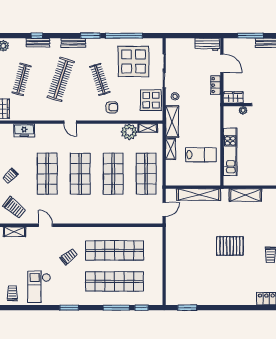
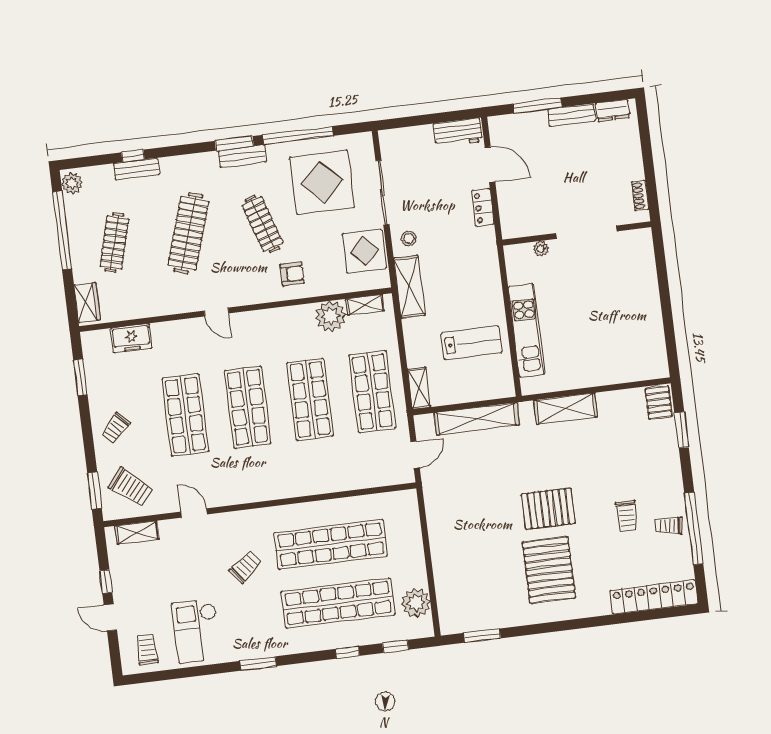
bench: (73, 43) -> (242, 156), moved
wardrobe: (233, 97) -> (519, 227), removed
shelving: (171, 149) -> (419, 388), moved
pallet: (226, 278) -> (549, 570), added
plant: (155, 286) -> (416, 603), added
window: (116, 308) -> (347, 652), width x0.46

